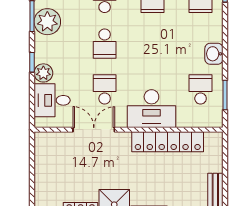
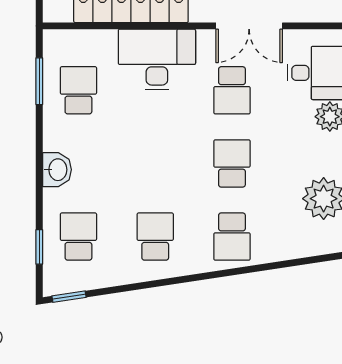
washbasin: (214, 54) -> (57, 170), moved
school desk: (201, 89) -> (78, 90), turned 180

